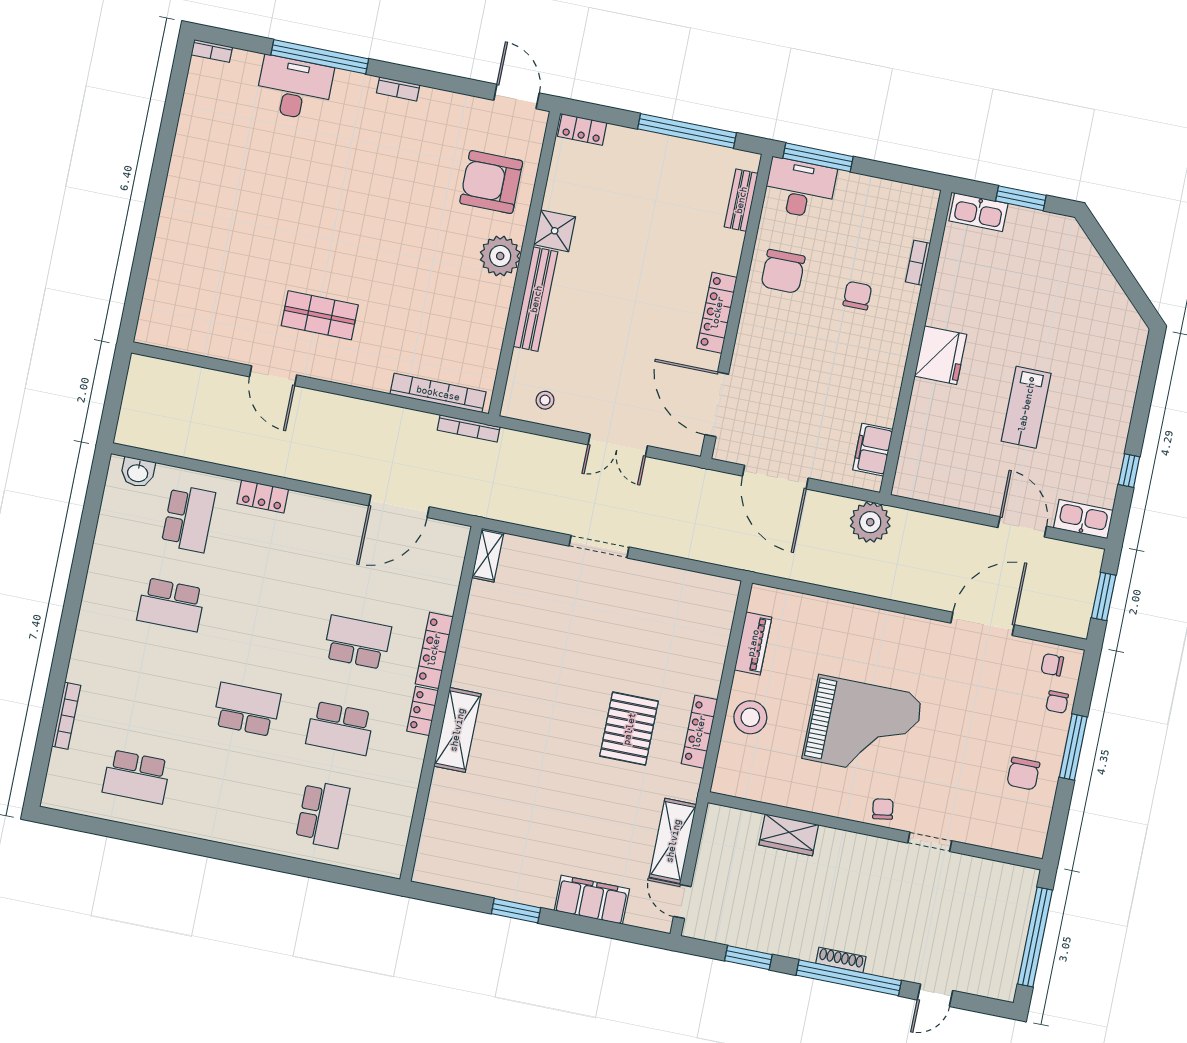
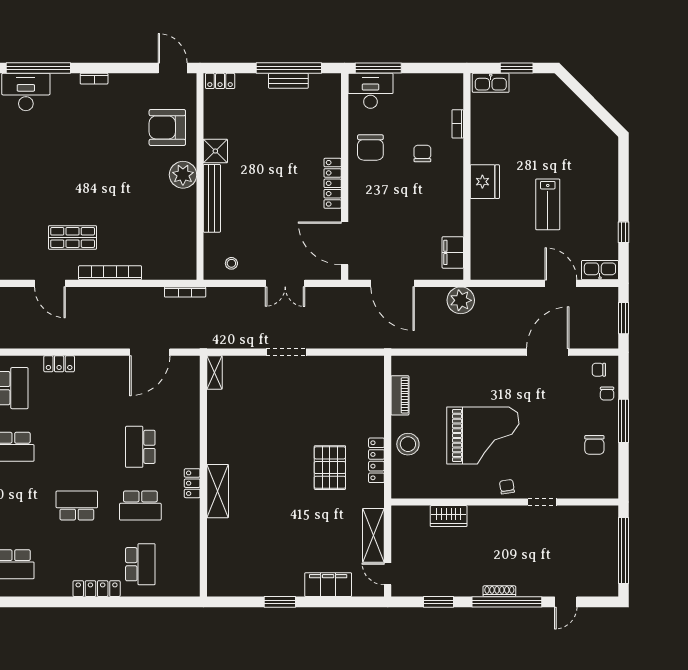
bench: (741, 200) -> (288, 81), moved, turned 90
bookcase: (438, 393) -> (110, 273), moved
school desk: (357, 642) -> (140, 447), turned -90
locker: (434, 650) -> (97, 589), moved, turned 90

